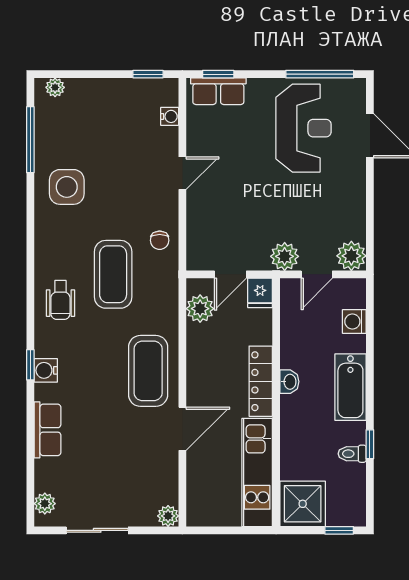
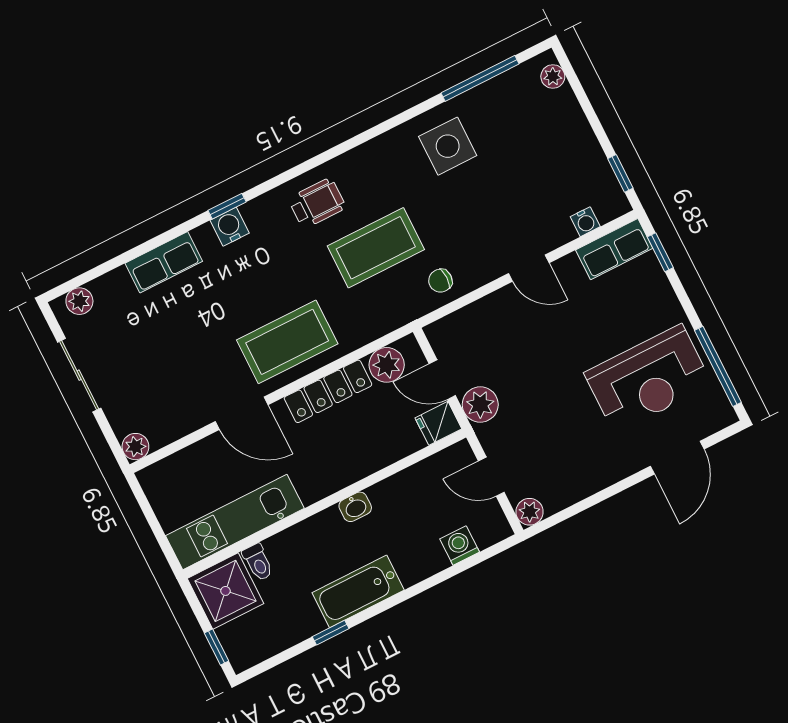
row of seats: (218, 91) -> (614, 249), moved, turned -90
plant: (285, 256) -> (480, 405), moved
plant: (351, 256) -> (530, 512), width x0.73, depth x0.73
wheelchair: (60, 300) -> (317, 203), turned 180
locker: (261, 381) -> (328, 391), moved, turned 180
bathtub: (350, 387) -> (358, 591), moved
toilet: (352, 454) -> (258, 562), moved, turned 180

